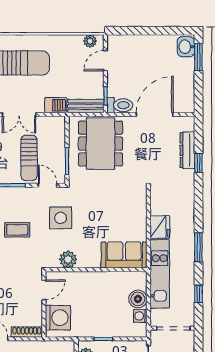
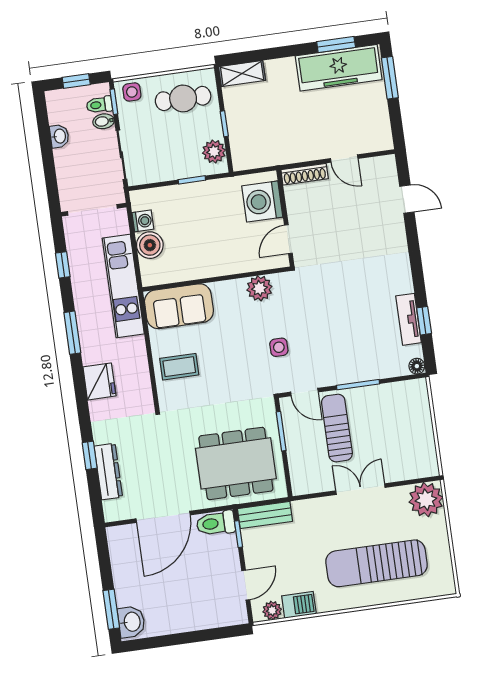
barbecue: (56, 105) -> (299, 605), moved, turned 180
dining table: (101, 144) -> (236, 463), turned 90
side table: (61, 218) -> (279, 347), width x0.54, depth x0.54
fridge: (160, 227) -> (99, 381), moved, turned 180
coffee table: (17, 230) -> (179, 367), moved

